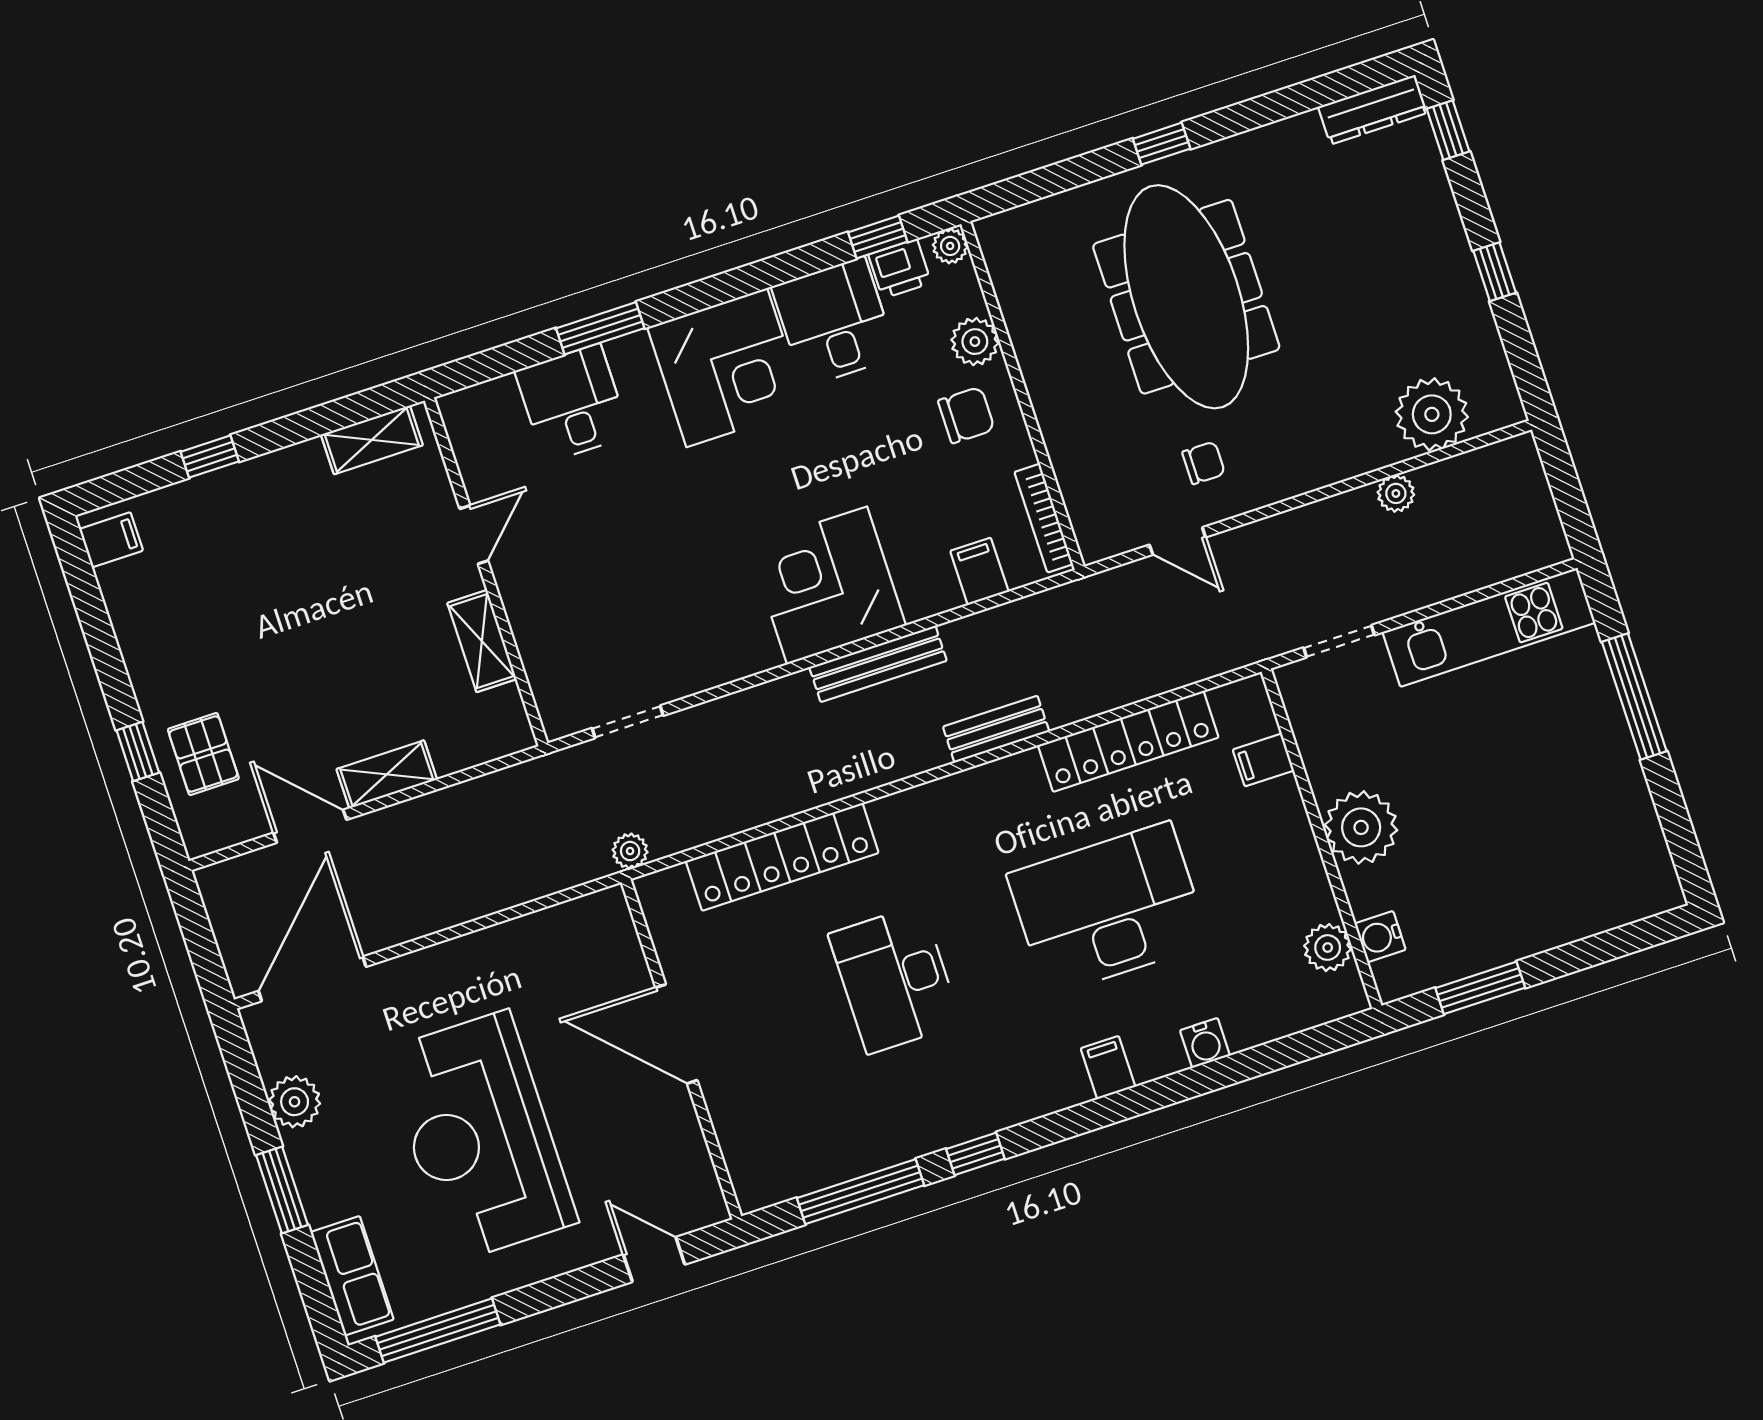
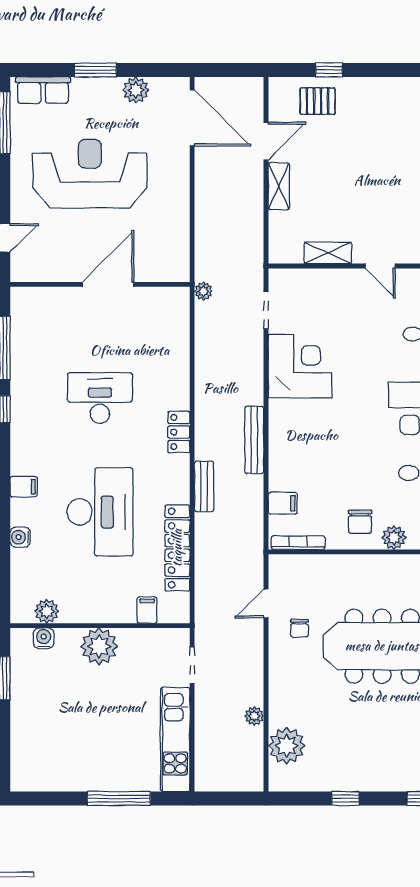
corner desk: (827, 585) -> (300, 366), moved
locker: (782, 857) -> (179, 432), moved, width x0.46, depth x0.83

